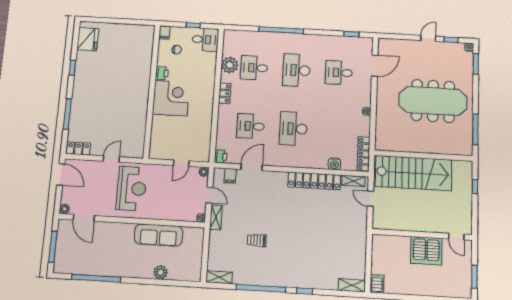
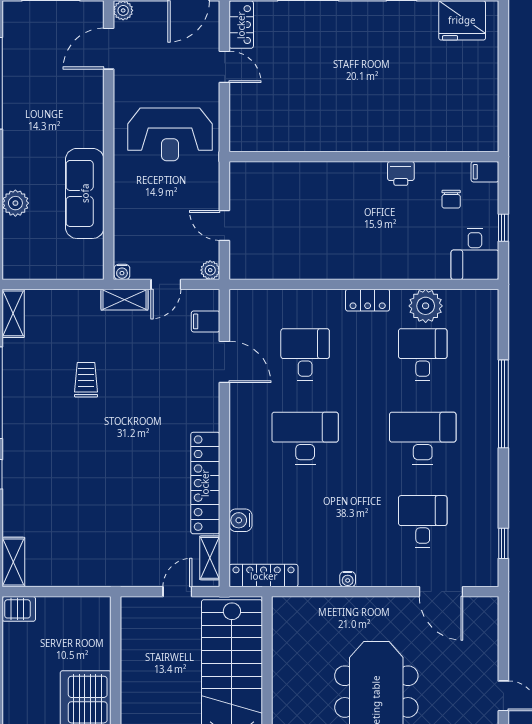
corner desk: (171, 98) -> (352, 196), removed
printer: (221, 157) -> (242, 301), removed
door: (111, 159) -> (224, 67), moved

